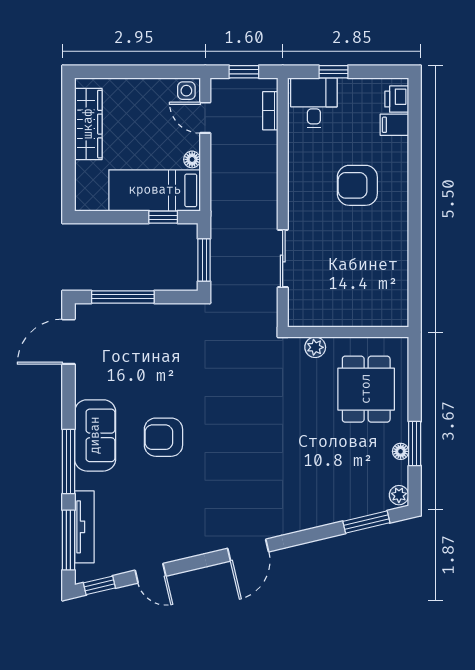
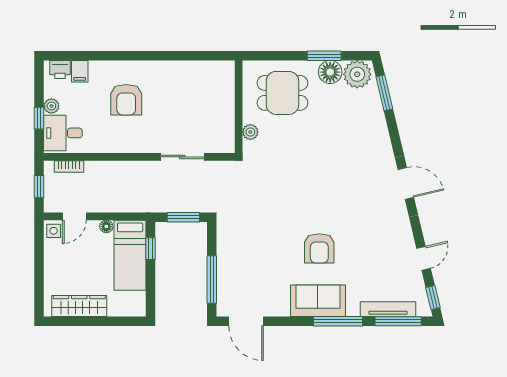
plant: (349, 88) -> (51, 106), added
floor lamp: (401, 451) -> (330, 72), width x1.89, depth x1.89
plant: (399, 495) -> (357, 74), width x1.87, depth x1.87

